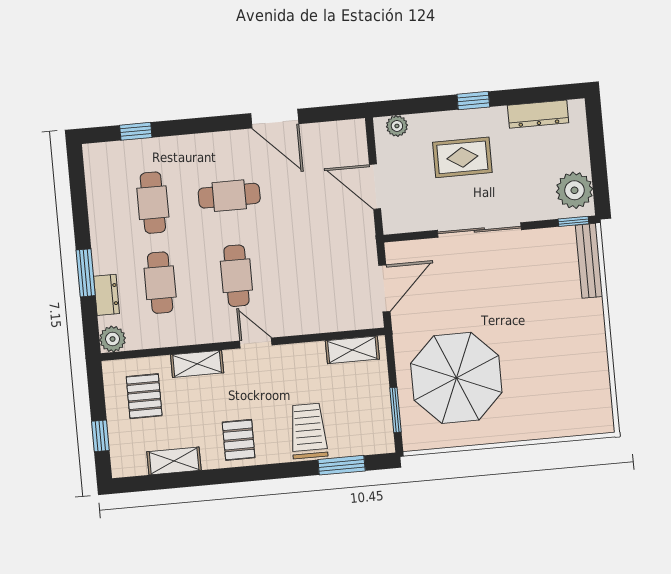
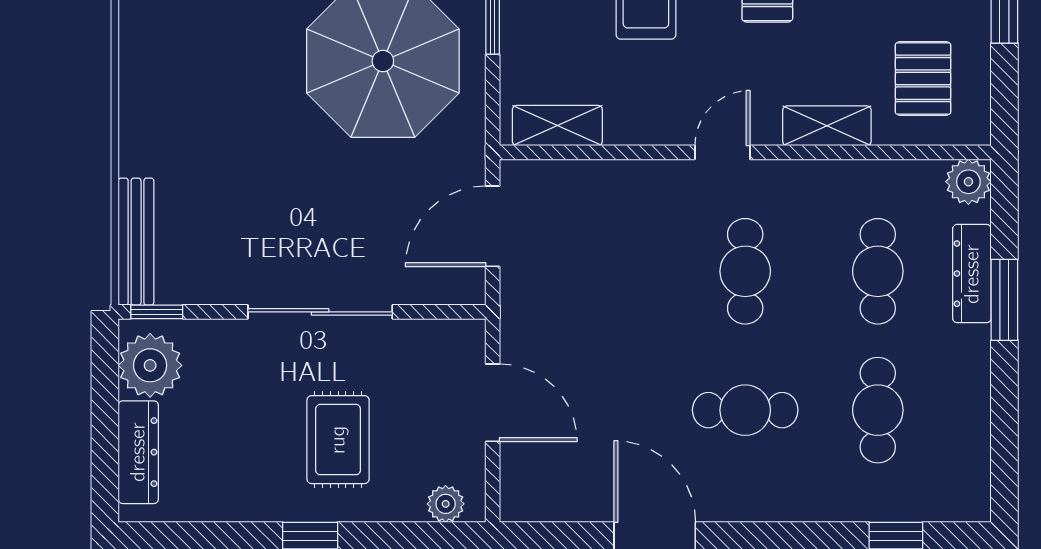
dresser: (538, 114) -> (138, 452), moved, turned 90
rug: (462, 157) -> (338, 440), turned 90
dresser: (107, 295) -> (972, 274), width x1.44
door: (256, 343) -> (722, 152), swing flipped

